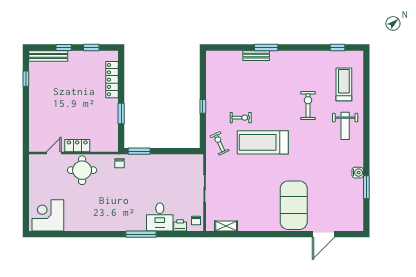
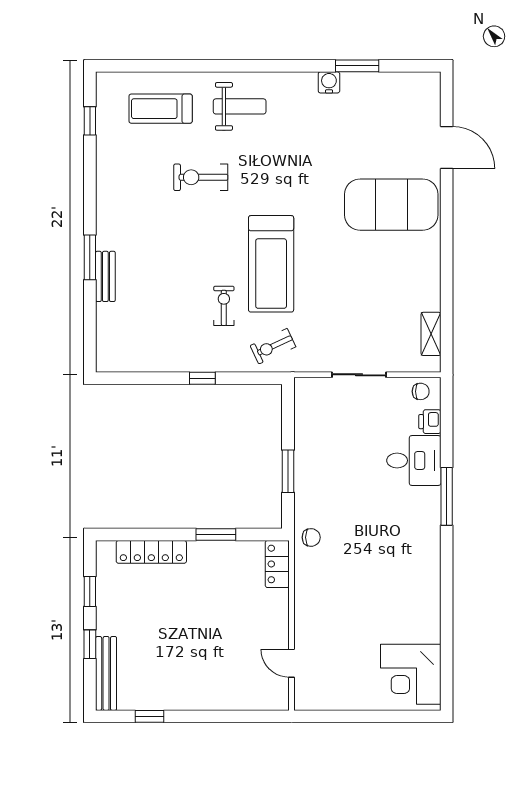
locker: (77, 146) -> (277, 564), moved
window: (139, 151) -> (288, 471), moved
round table: (82, 170) -> (324, 609), removed

